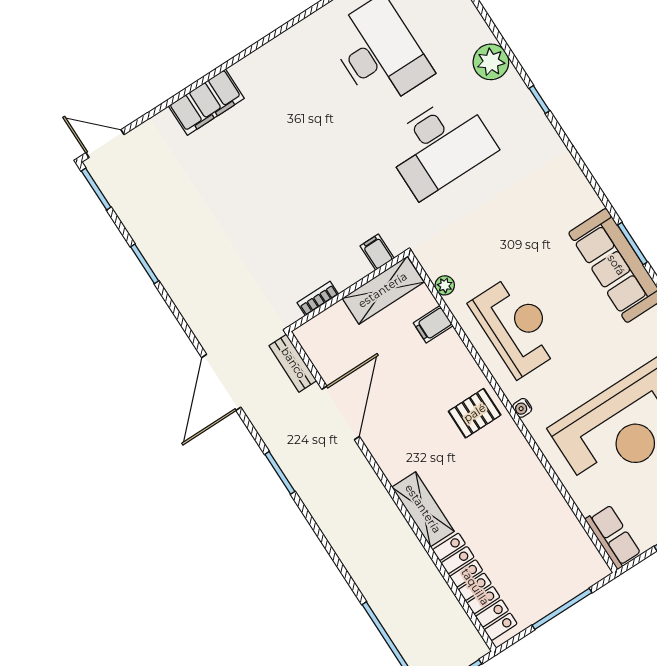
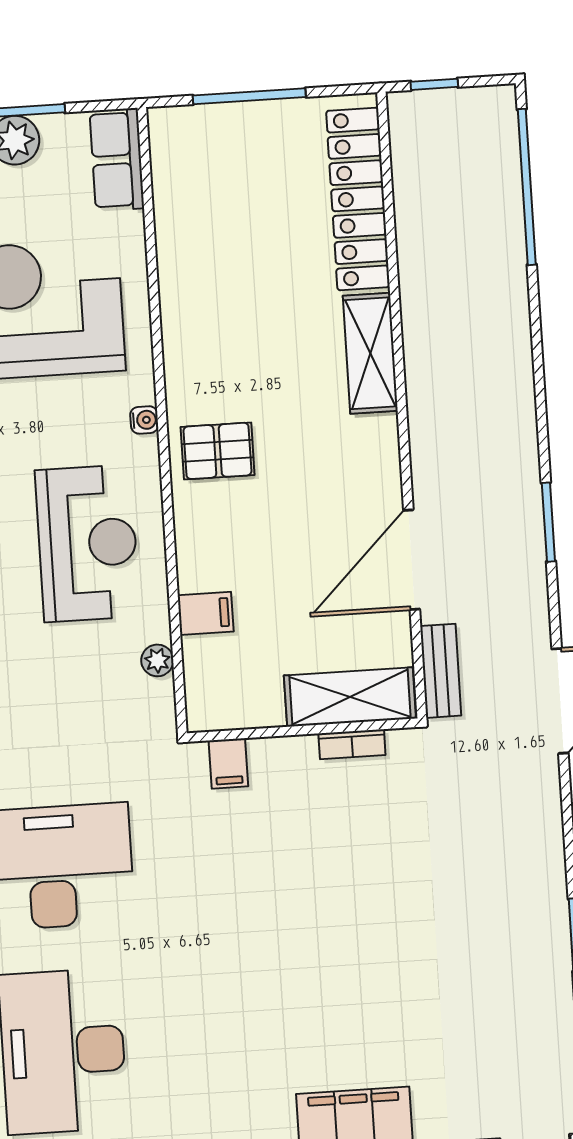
shelving: (383, 290) -> (350, 697), moved
reception desk: (516, 326) -> (87, 543), turned 180

